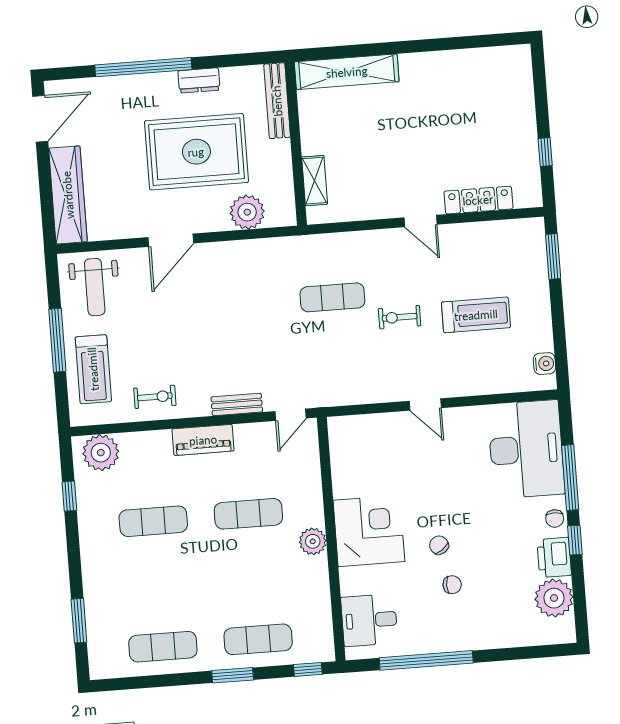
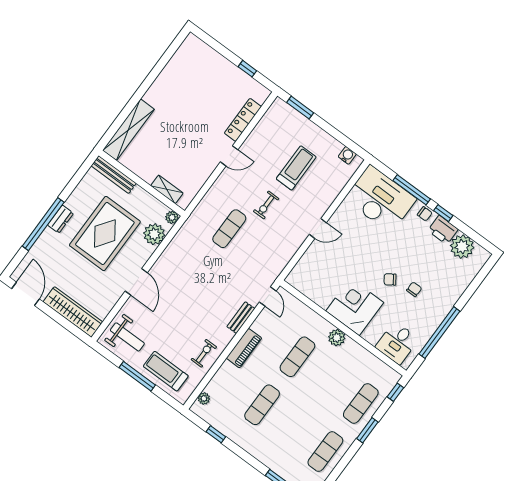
dresser: (199, 80) -> (60, 219), moved
plant: (286, 216) -> (172, 217), added
treadmill: (93, 369) -> (166, 371), turned 180
plant: (101, 453) -> (204, 398), width x0.53, depth x0.53

